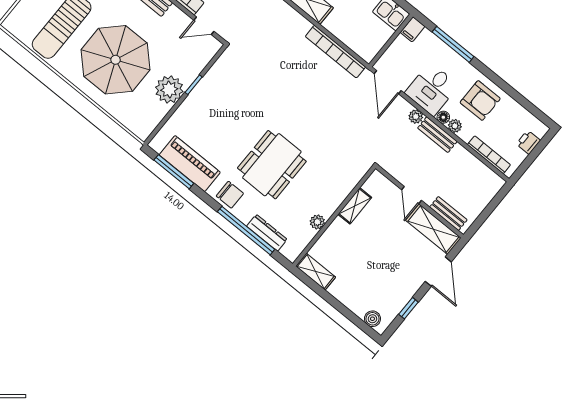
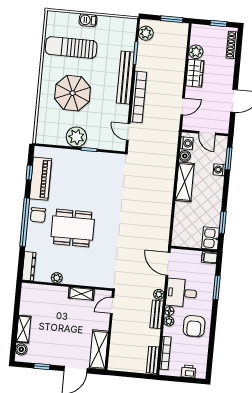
window: (453, 44) -> (217, 288), width x0.69
bookcase: (335, 52) -> (165, 221), removed
parasol: (116, 60) -> (73, 93), width x0.73, depth x0.73
door: (388, 82) -> (168, 264), hinge flipped
window: (174, 172) -> (29, 172), width x0.46
door: (412, 195) -> (112, 306), moved
bench: (448, 213) -> (153, 360), moved
window: (246, 231) -> (25, 222), moved
dresser: (267, 233) -> (29, 266), moved
shelving: (316, 272) -> (24, 329), moved

